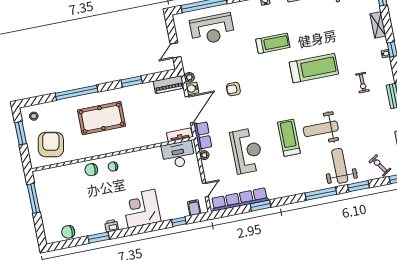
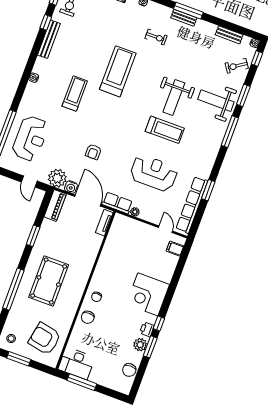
plant: (189, 77) -> (57, 178), width x1.88, depth x1.88
treadmill: (289, 138) -> (165, 130), turned 180
desk: (178, 155) -> (77, 363), moved, turned -90
window: (179, 222) -> (159, 324), moved
plant: (95, 228) -> (140, 345), added

